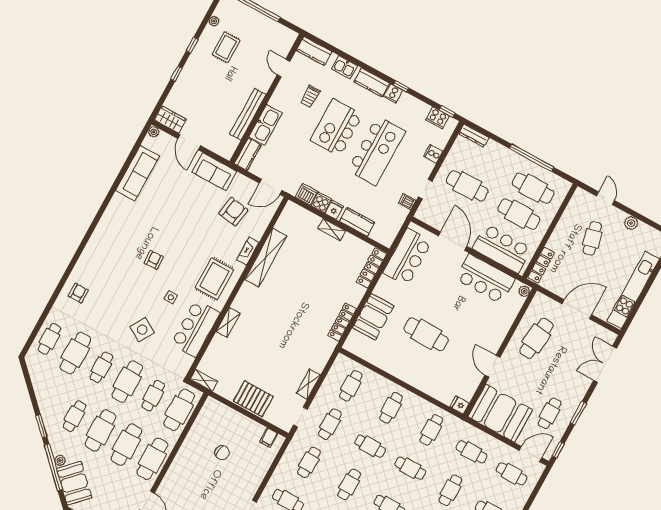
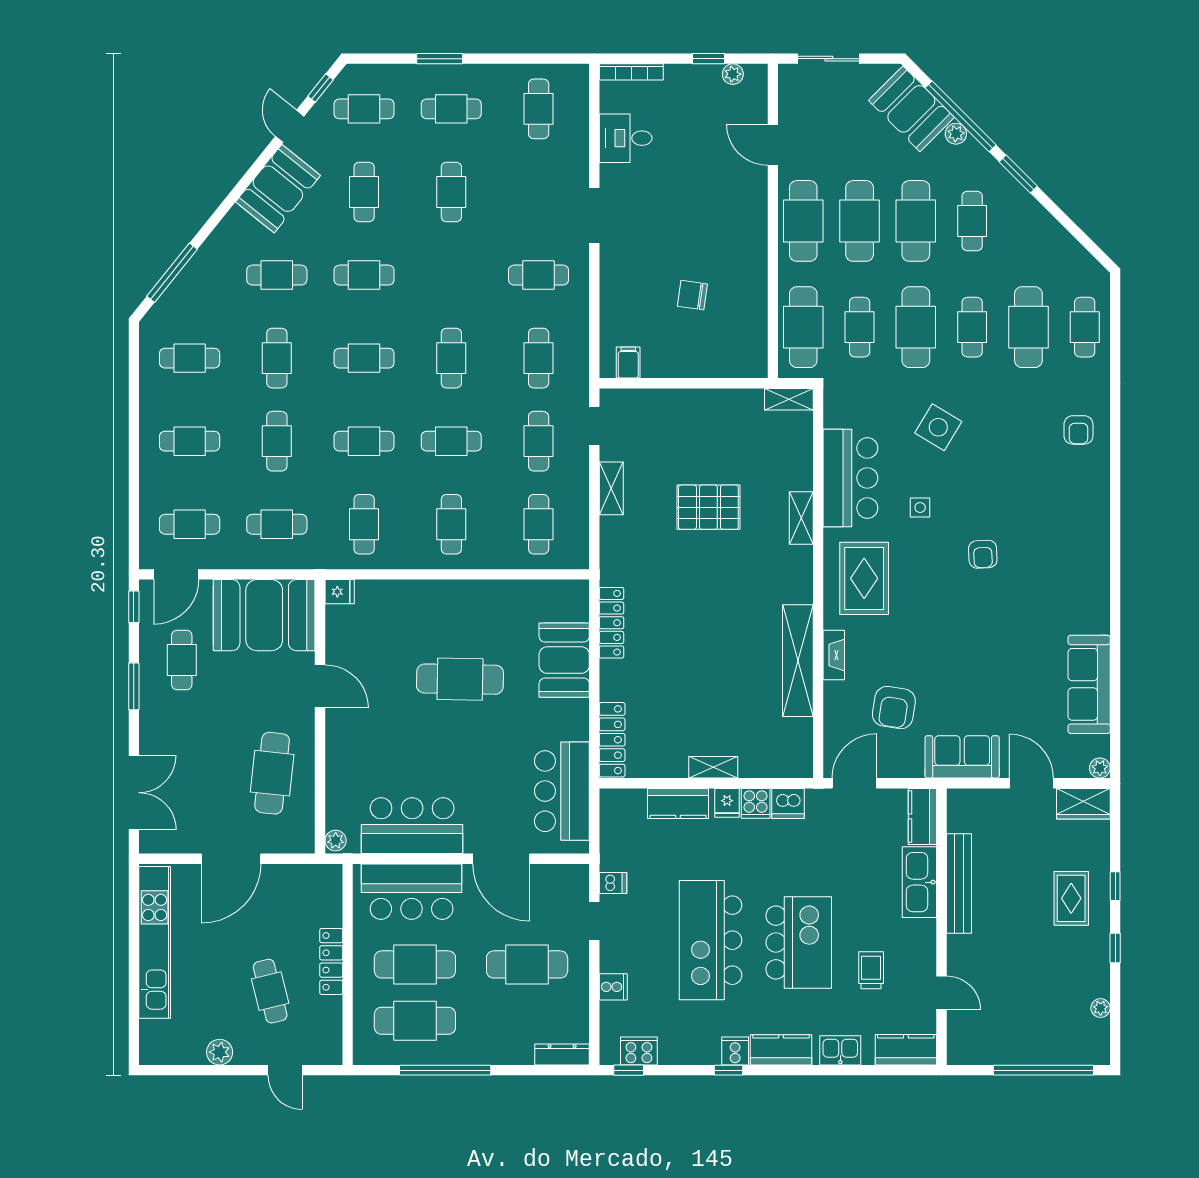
rug: (226, 47) -> (1071, 898), moved
locker: (541, 265) -> (331, 961), moved
pallet: (253, 399) -> (708, 507), moved

